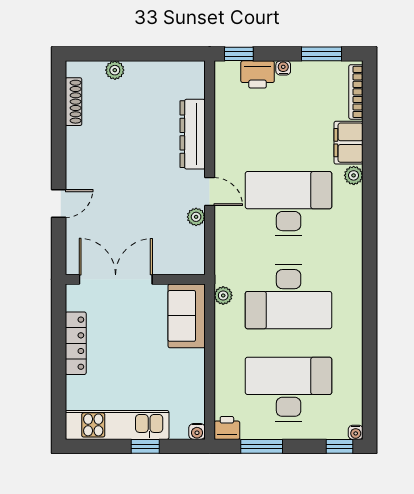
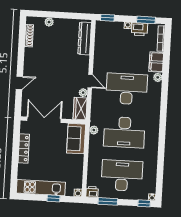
printer: (258, 74) -> (140, 29), moved
dresser: (193, 134) -> (85, 38), moved
wardrobe: (191, 251) -> (80, 109), added

